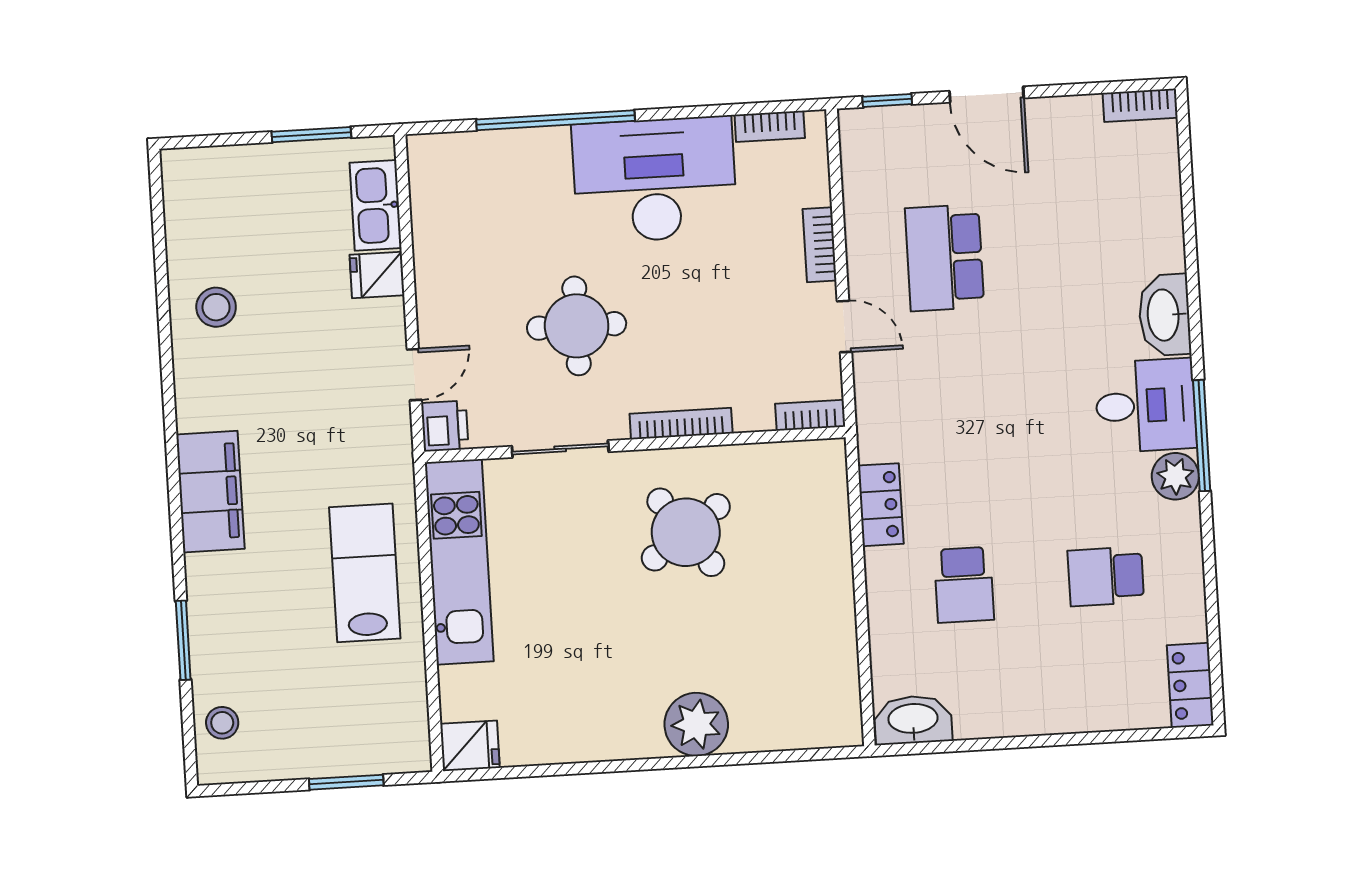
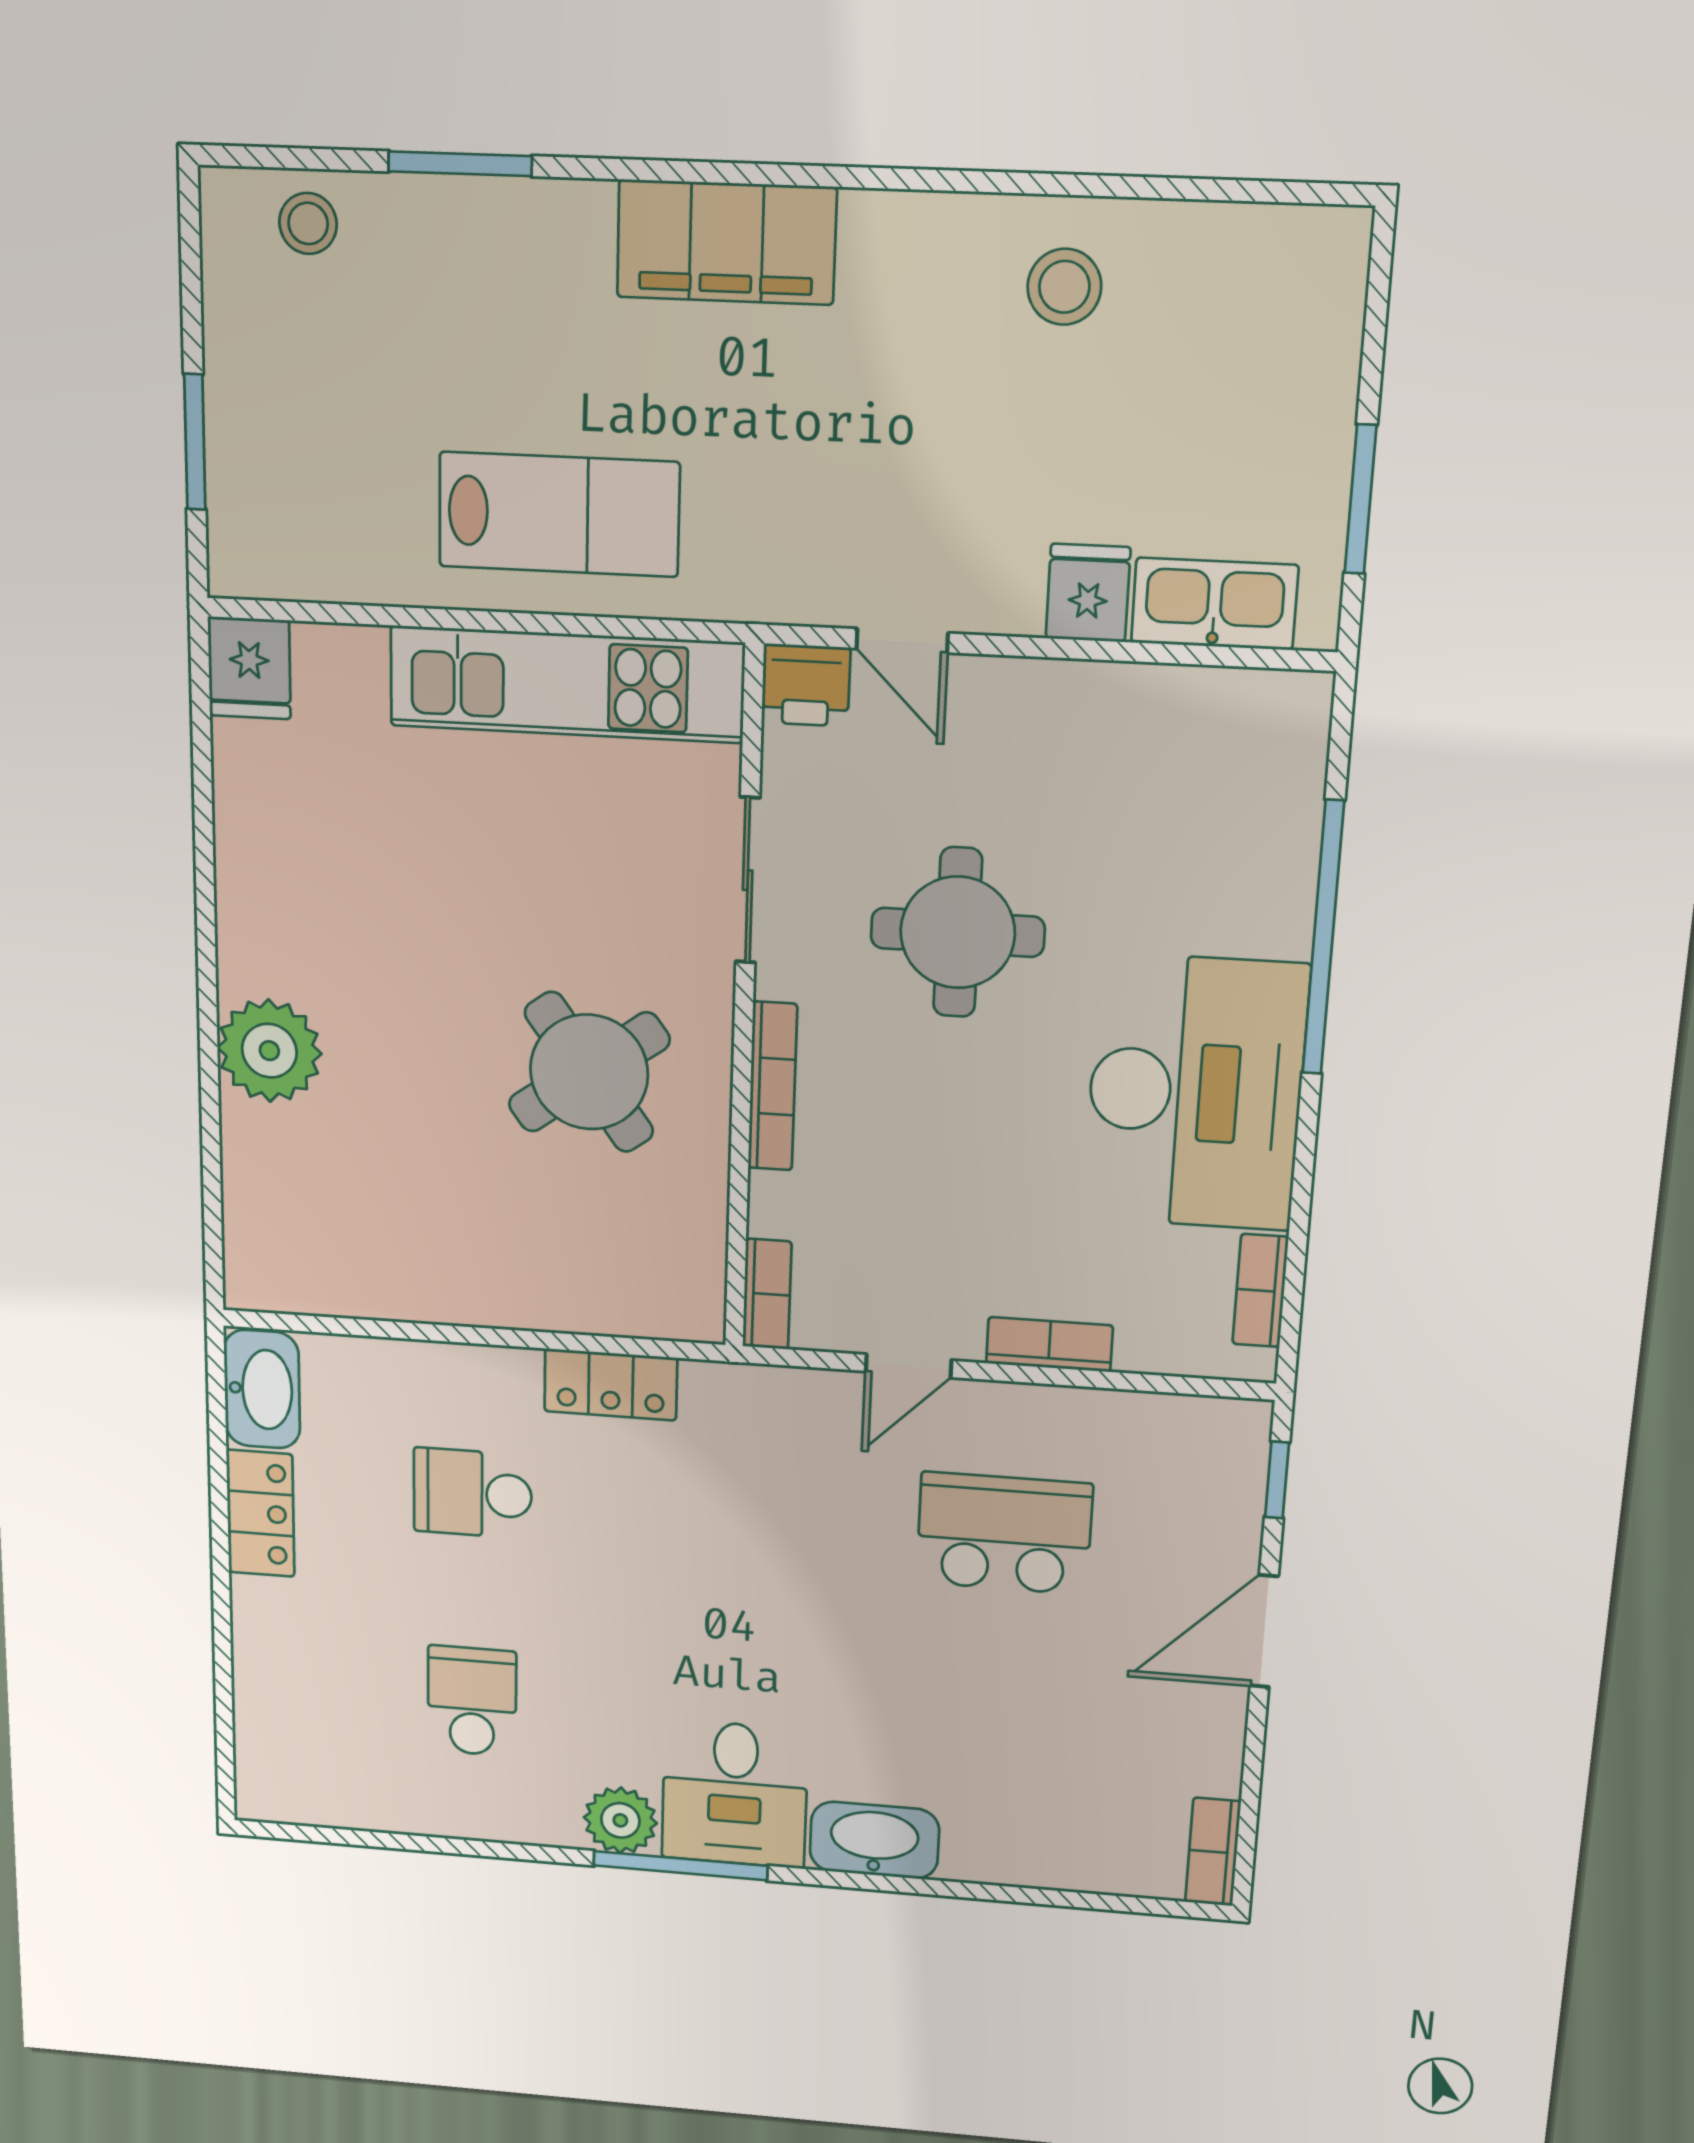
locker: (1190, 685) -> (260, 1513), moved, turned 90

